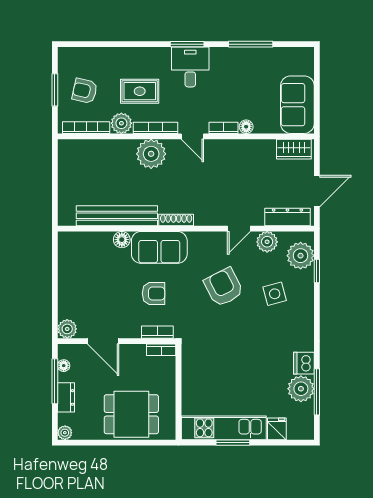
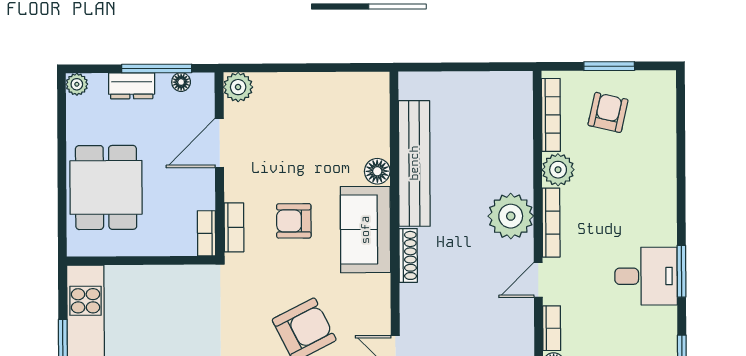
rug: (140, 91) -> (608, 198), removed
armchair: (153, 293) -> (294, 221), turned 90

